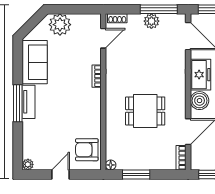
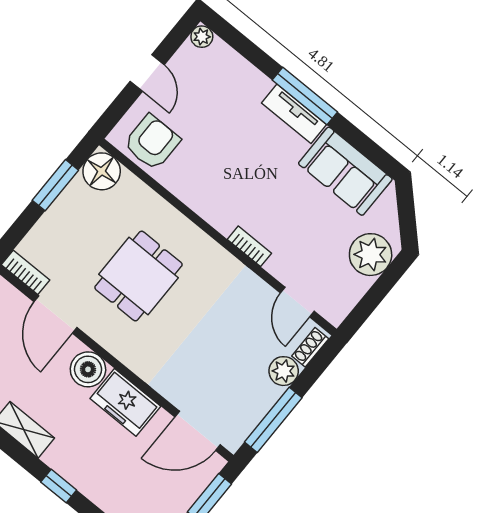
plant: (151, 21) -> (284, 371), moved
floor lamp: (111, 165) -> (102, 171), width x1.89, depth x1.89

